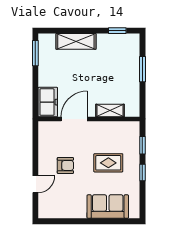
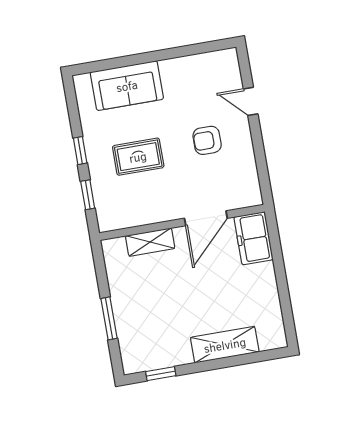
window: (35, 53) -> (287, 314), removed
door: (35, 184) -> (251, 101), hinge flipped

